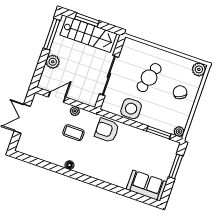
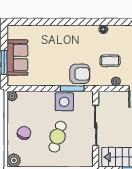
chair: (180, 92) -> (24, 133), turned -136
window: (159, 133) -> (72, 89), moved
sofa: (147, 186) -> (17, 58), moved, turned -90

